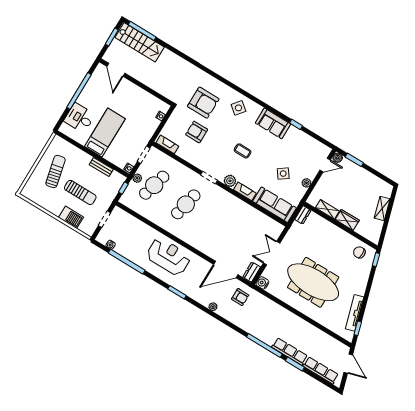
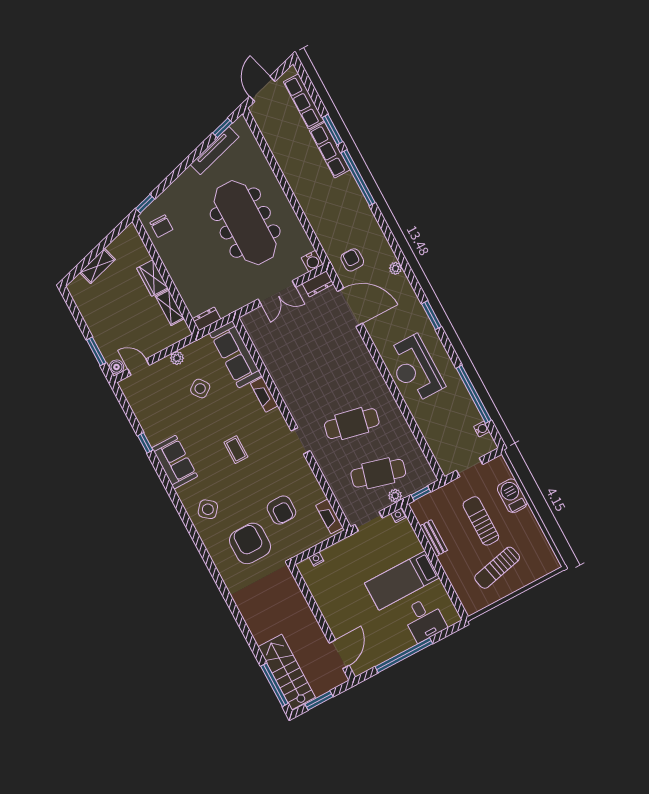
plant: (230, 181) -> (276, 420), removed

